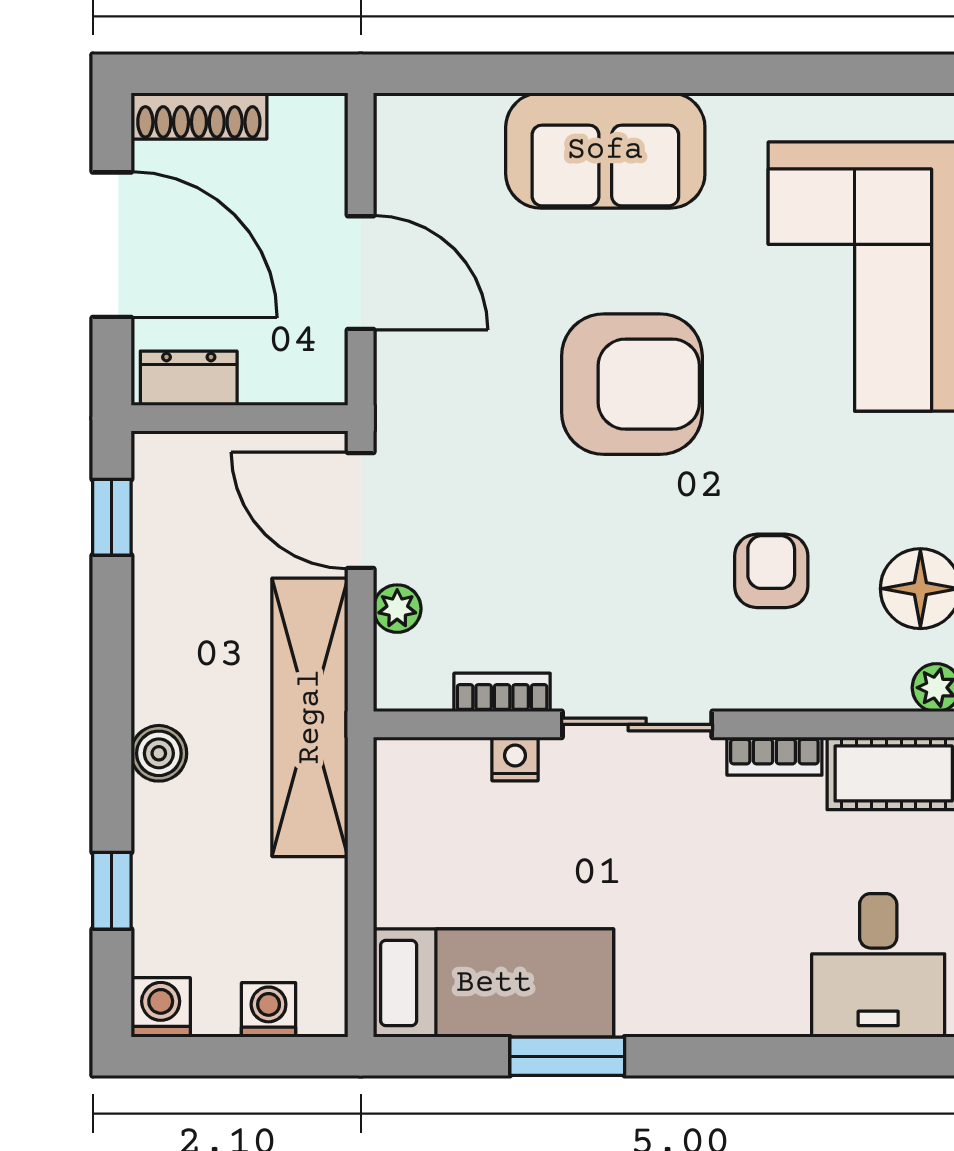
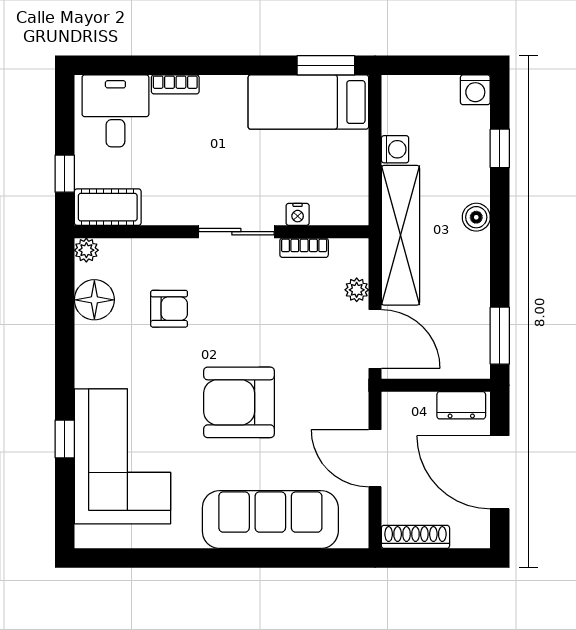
shoe rack: (199, 116) -> (415, 537), moved
sofa: (605, 150) -> (270, 520), width x1.36
window: (112, 517) -> (500, 336), width x1.50
armchair: (771, 571) -> (169, 309), turned -90
bookcase: (774, 756) -> (175, 84), moved, turned 180
washing machine: (269, 1010) -> (395, 149), moved, turned -90
window: (567, 1056) -> (326, 65), moved

